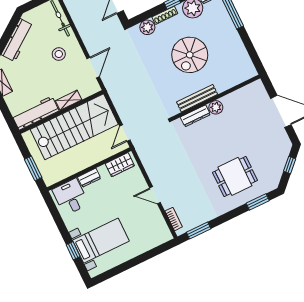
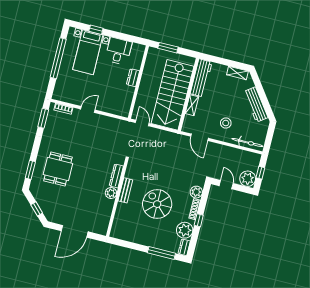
bench: (197, 98) -> (125, 190), width x0.73
wardrobe: (120, 165) -> (125, 103), removed
desk: (71, 197) -> (119, 51), moved, turned -90
window: (130, 264) -> (58, 58), added

